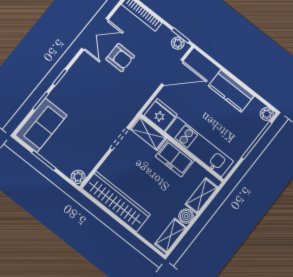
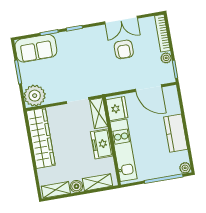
plant: (178, 43) -> (166, 58), moved
plant: (78, 177) -> (35, 96), width x1.87, depth x1.87

